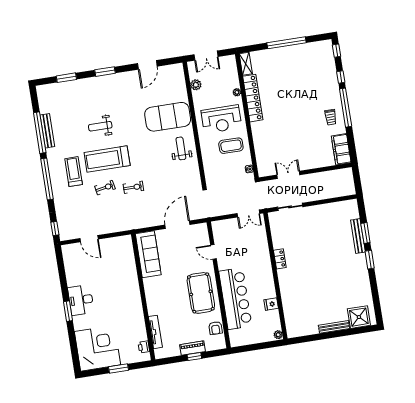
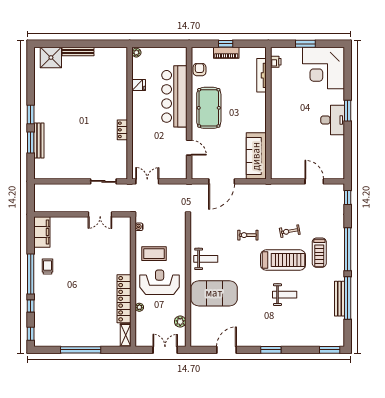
window: (66, 78) -> (330, 350), moved
weight bench: (181, 148) -> (206, 259), turned -90
exercise bike: (133, 187) -> (248, 235), moved

